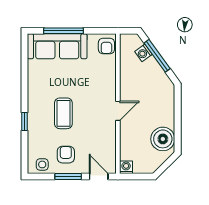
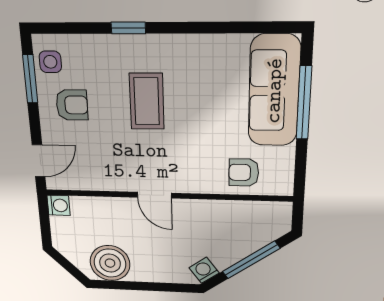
armchair: (106, 46) -> (244, 172), moved
washing machine: (143, 53) -> (204, 270), moved
coffee table: (63, 113) -> (147, 101), turned 90
window: (68, 177) -> (30, 79), moved

